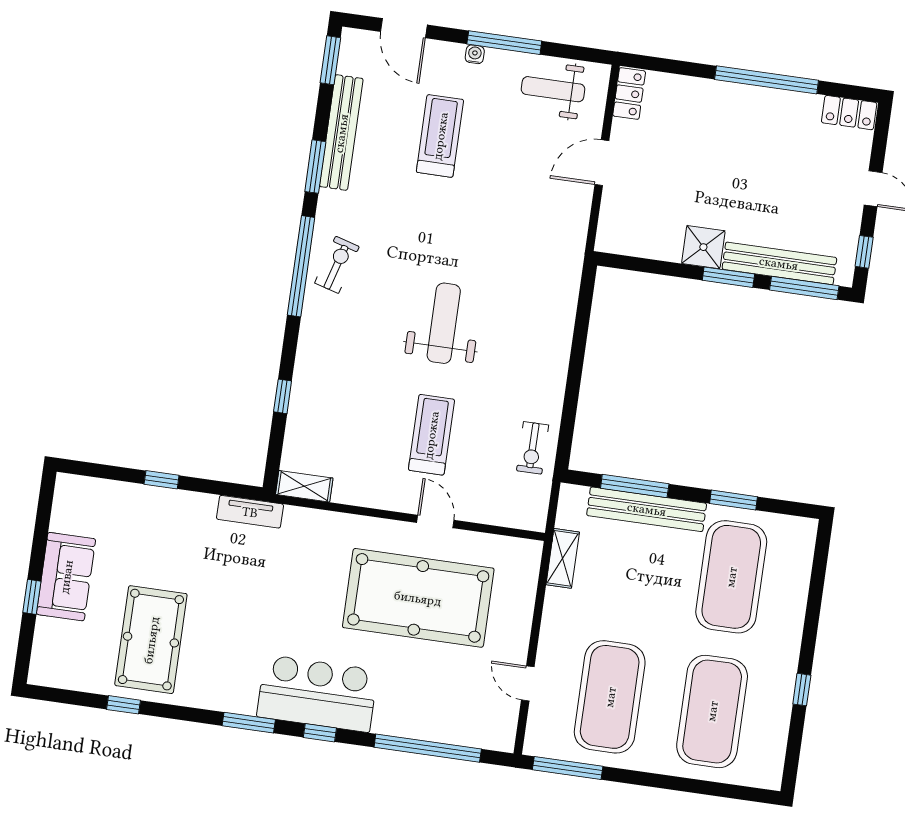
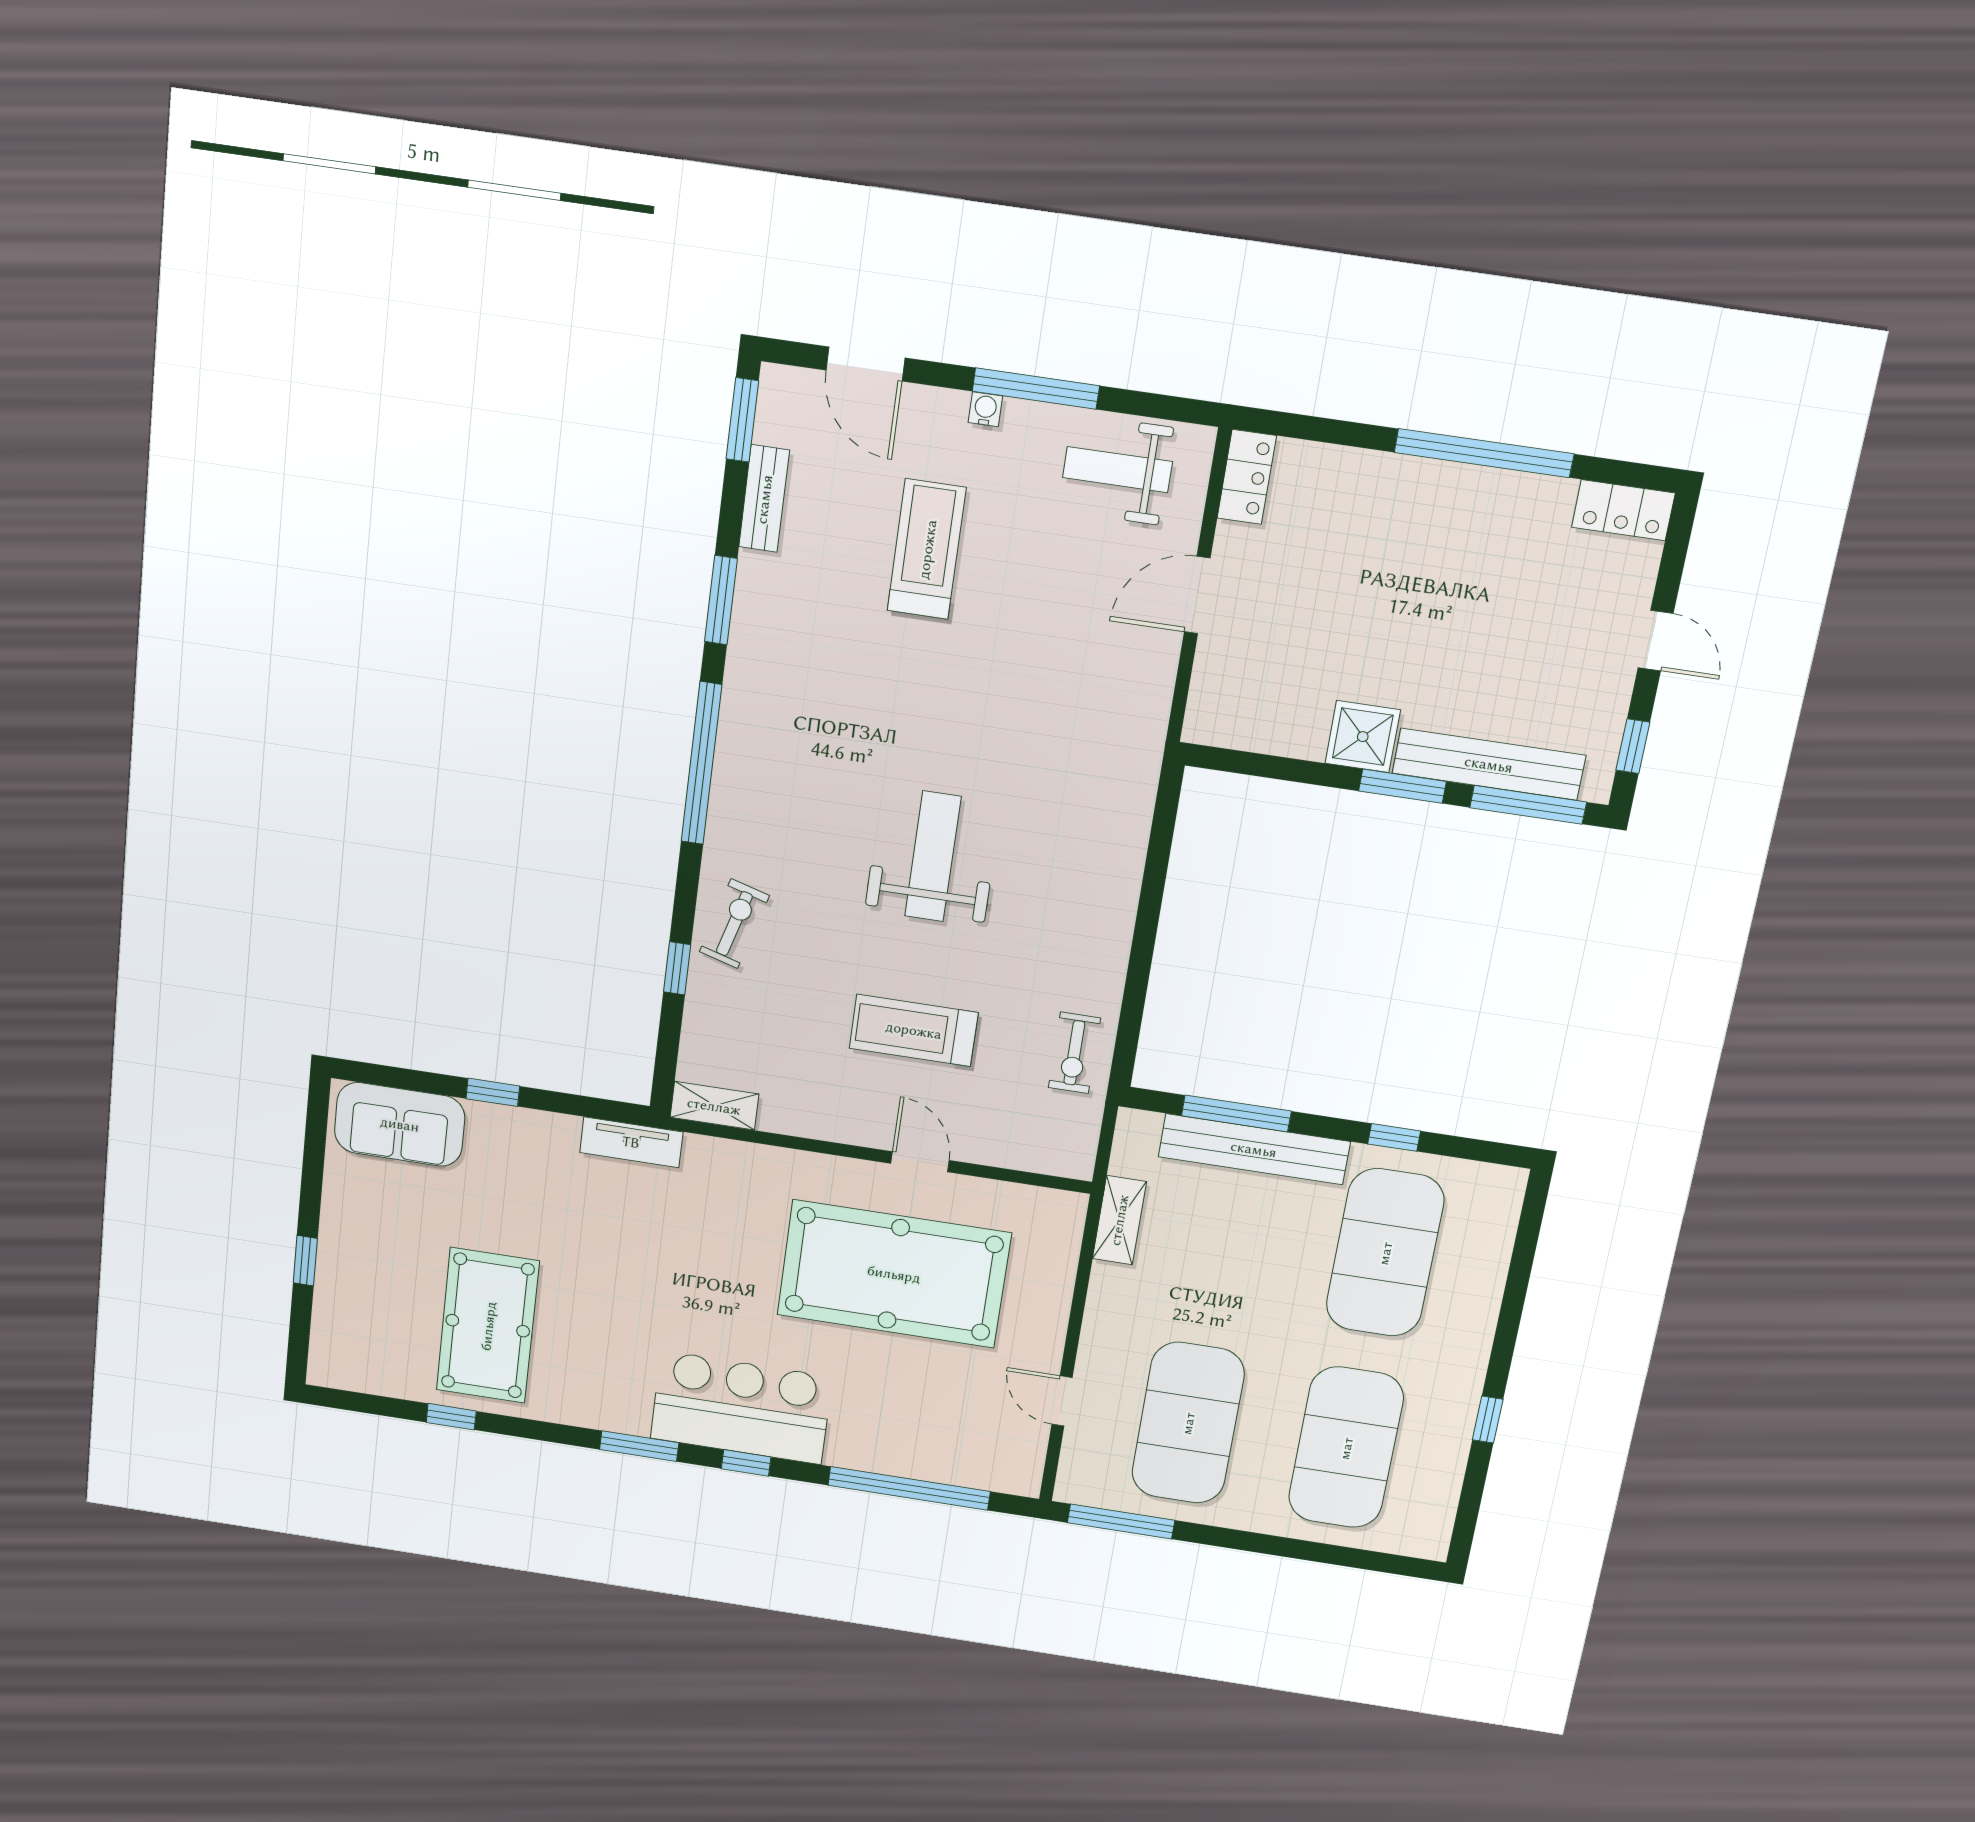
bench: (341, 133) -> (764, 499), width x0.54, depth x0.82
exercise bike: (337, 265) -> (734, 924), moved
treadmill: (431, 435) -> (914, 1030), turned -90
window: (734, 500) -> (1394, 1137), width x0.67
sofa: (66, 577) -> (400, 1124), moved, turned 90

